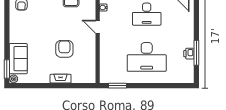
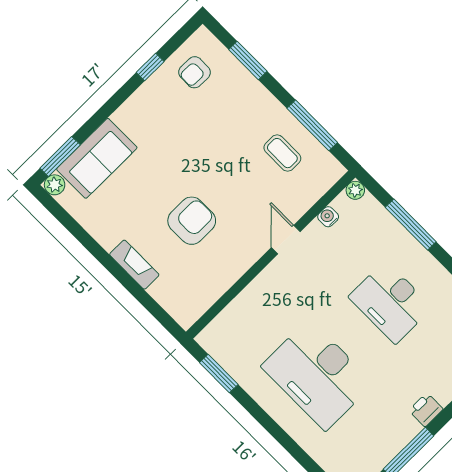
window: (7, 16) -> (150, 67), added
printer: (189, 54) -> (426, 410), moved

